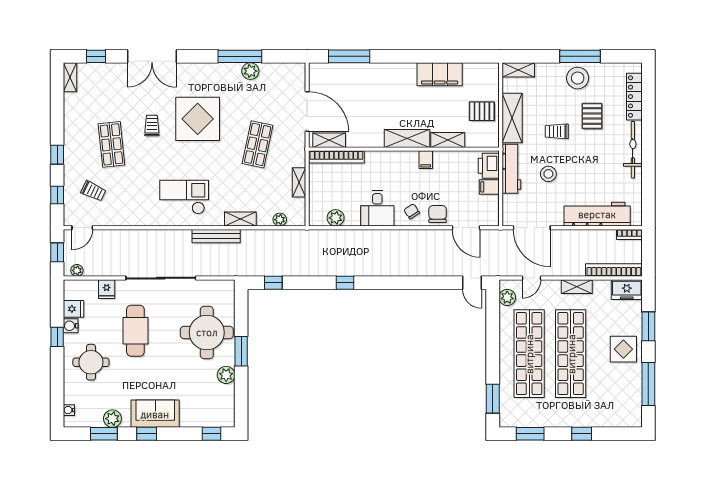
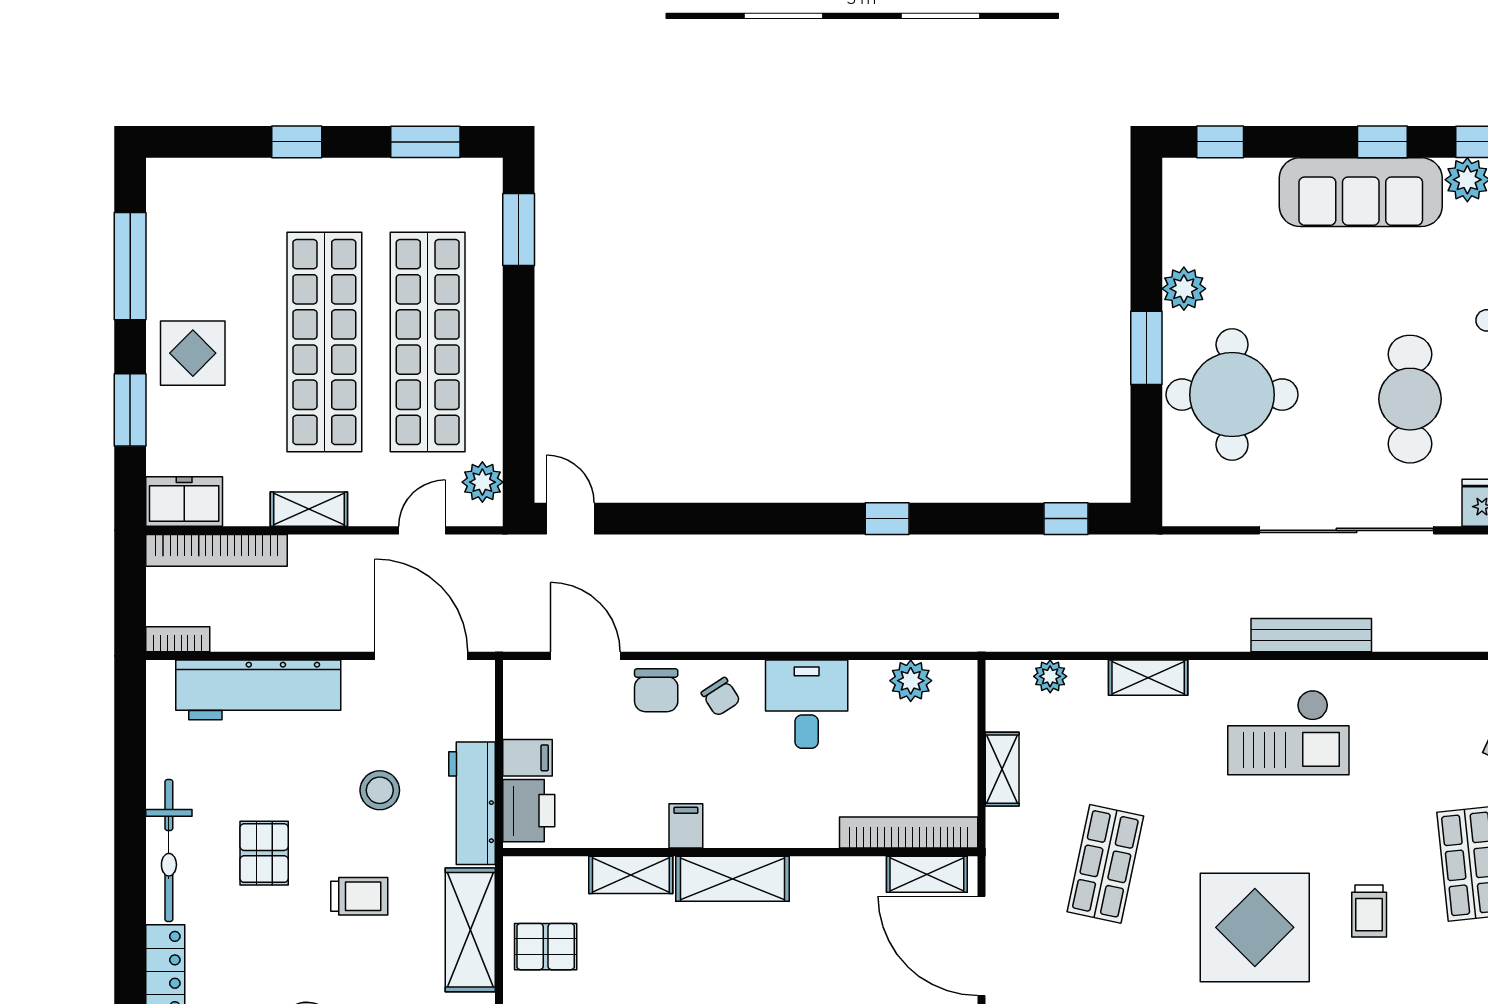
pallet: (592, 116) -> (264, 853), moved
bench: (216, 236) -> (1311, 635), moved
sofa: (155, 414) -> (1361, 192), width x1.36

